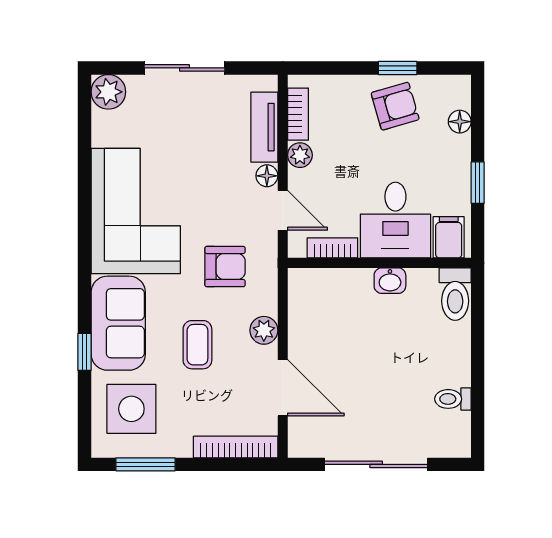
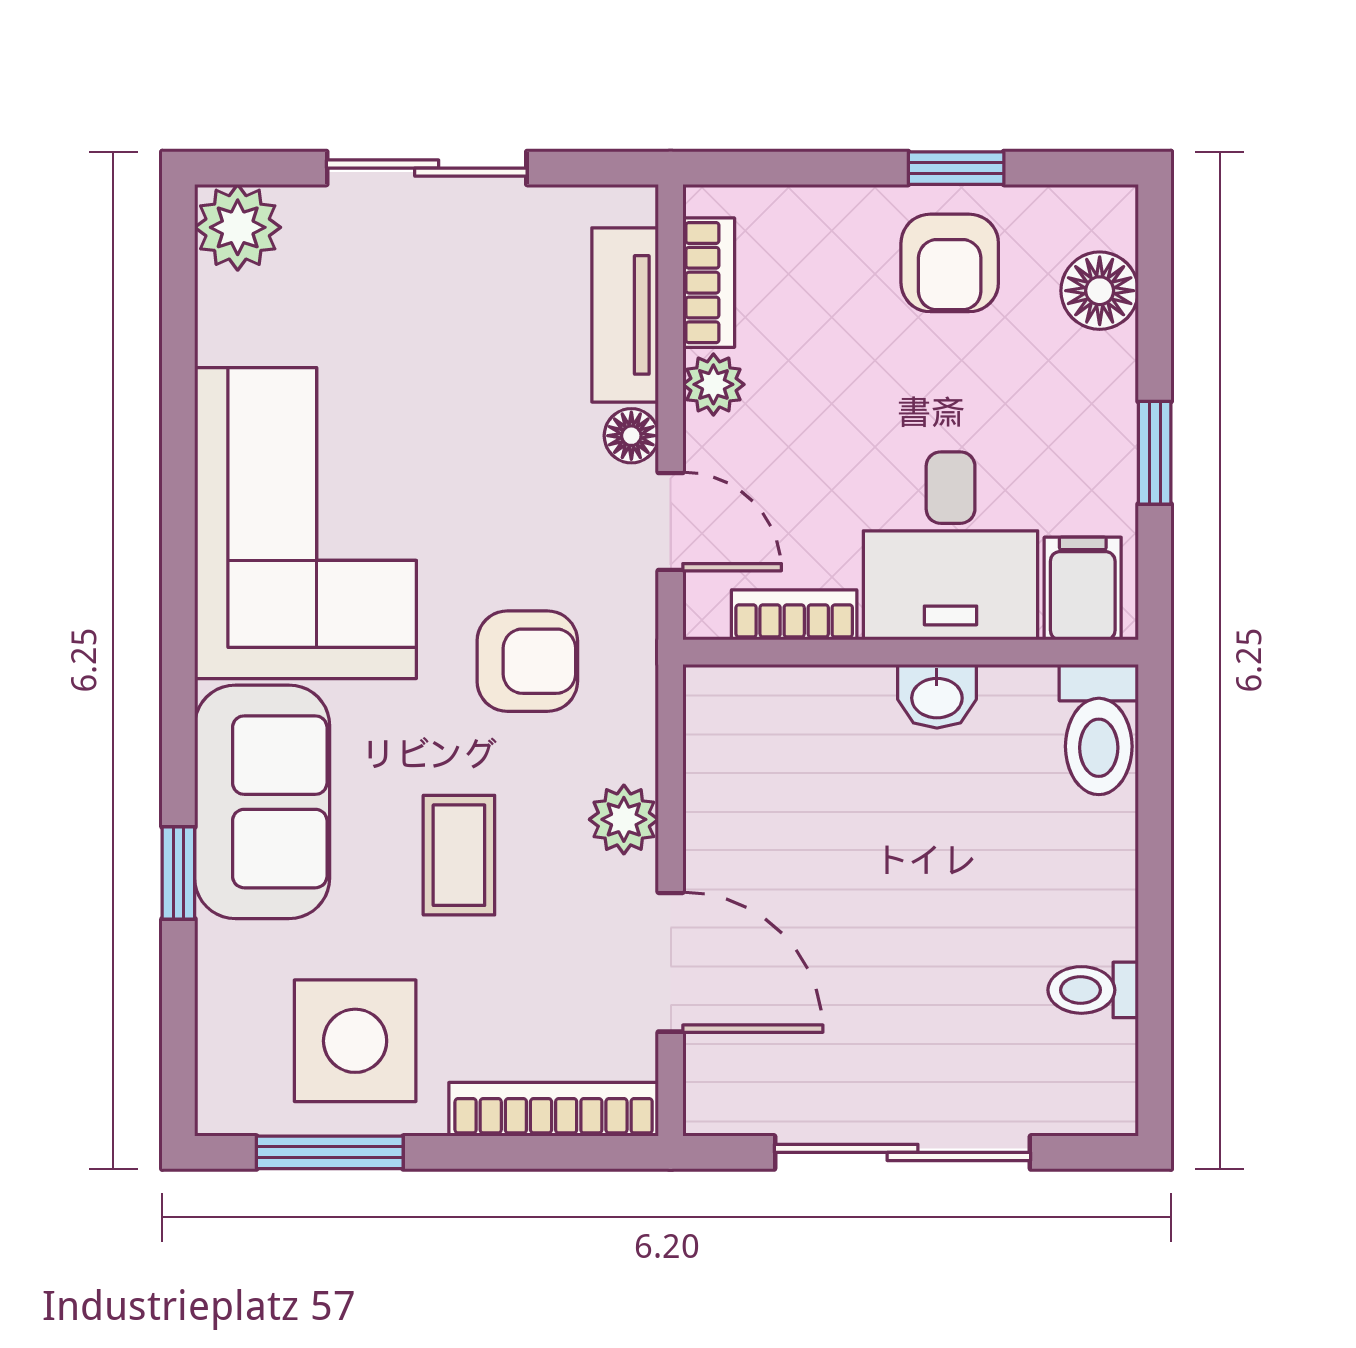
armchair: (395, 106) -> (950, 263), turned 106
floor lamp: (460, 122) -> (1100, 291), width x1.37, depth x1.37
side table: (131, 409) -> (355, 1041), moved

